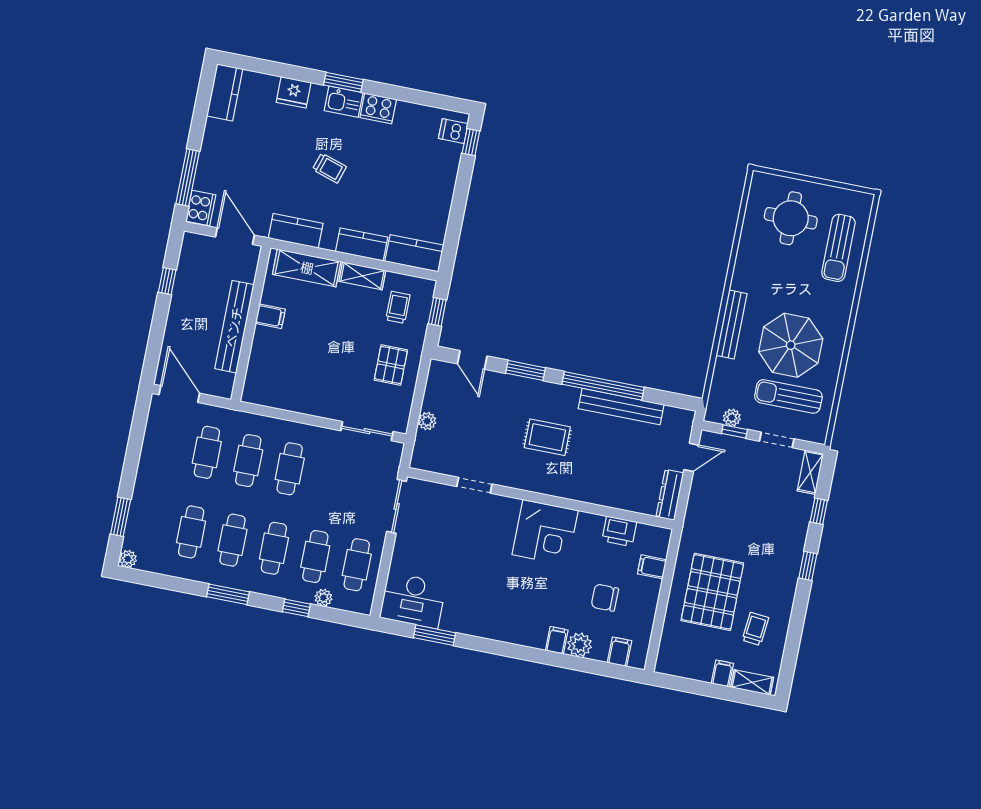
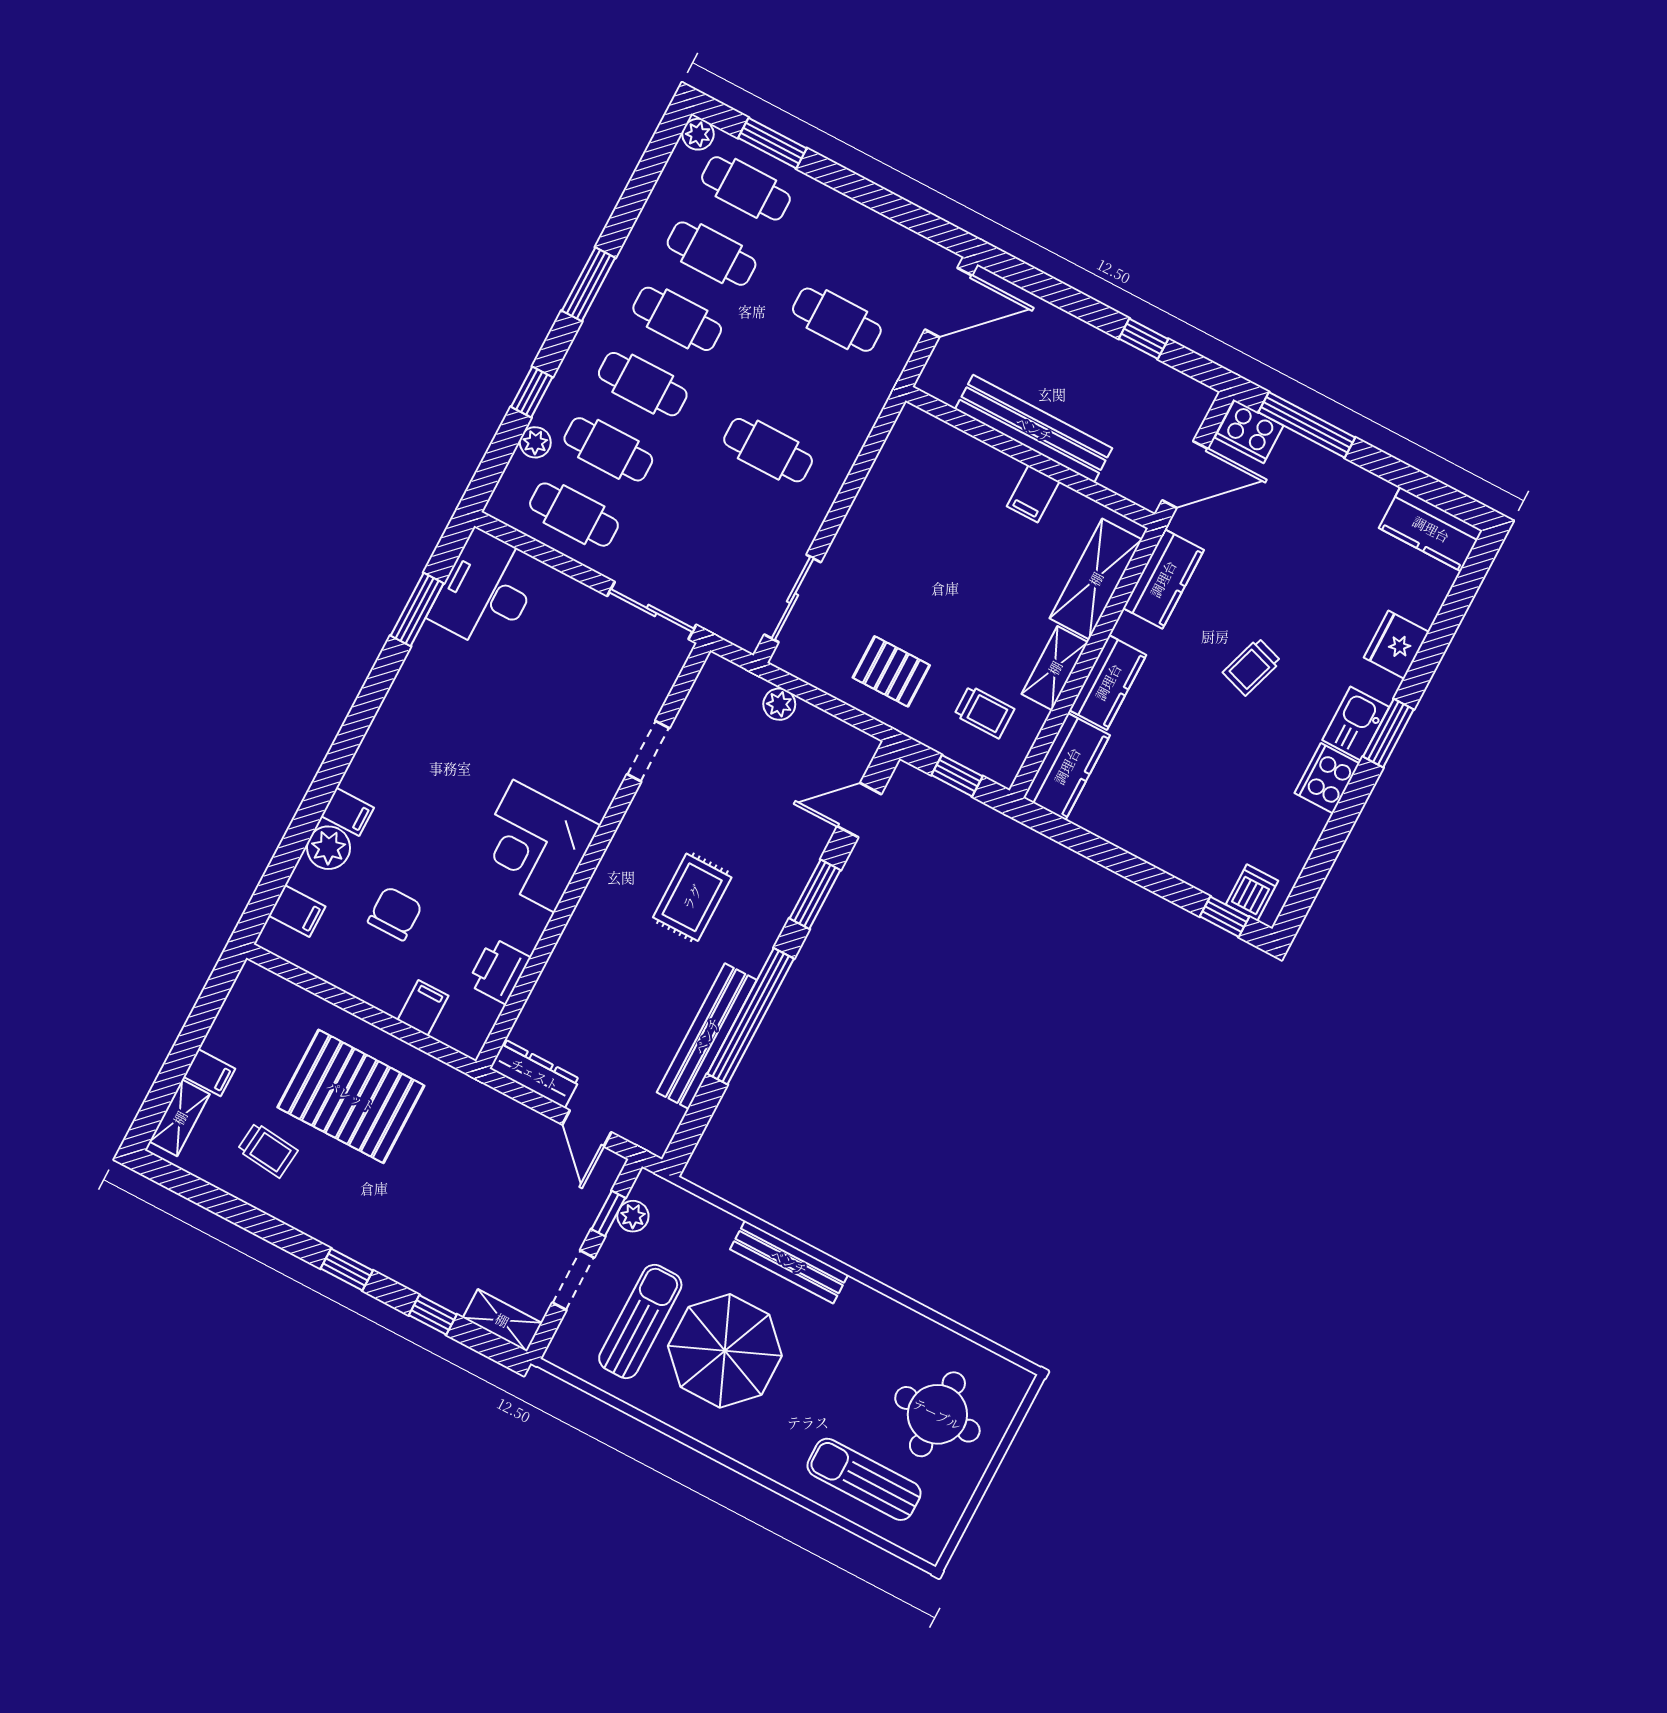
cafe table: (248, 461) -> (746, 188), moved

